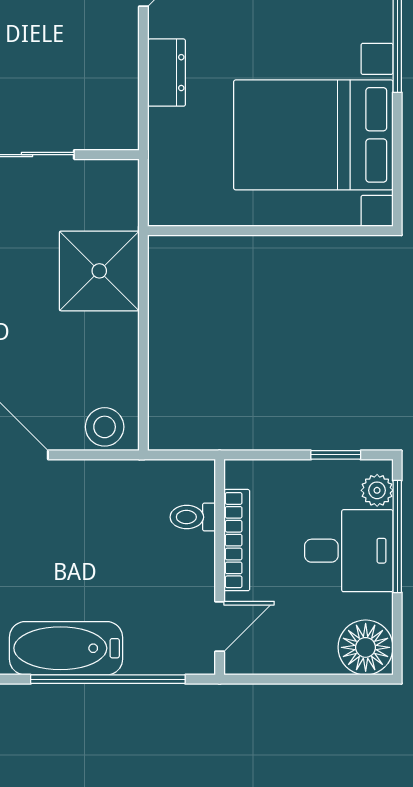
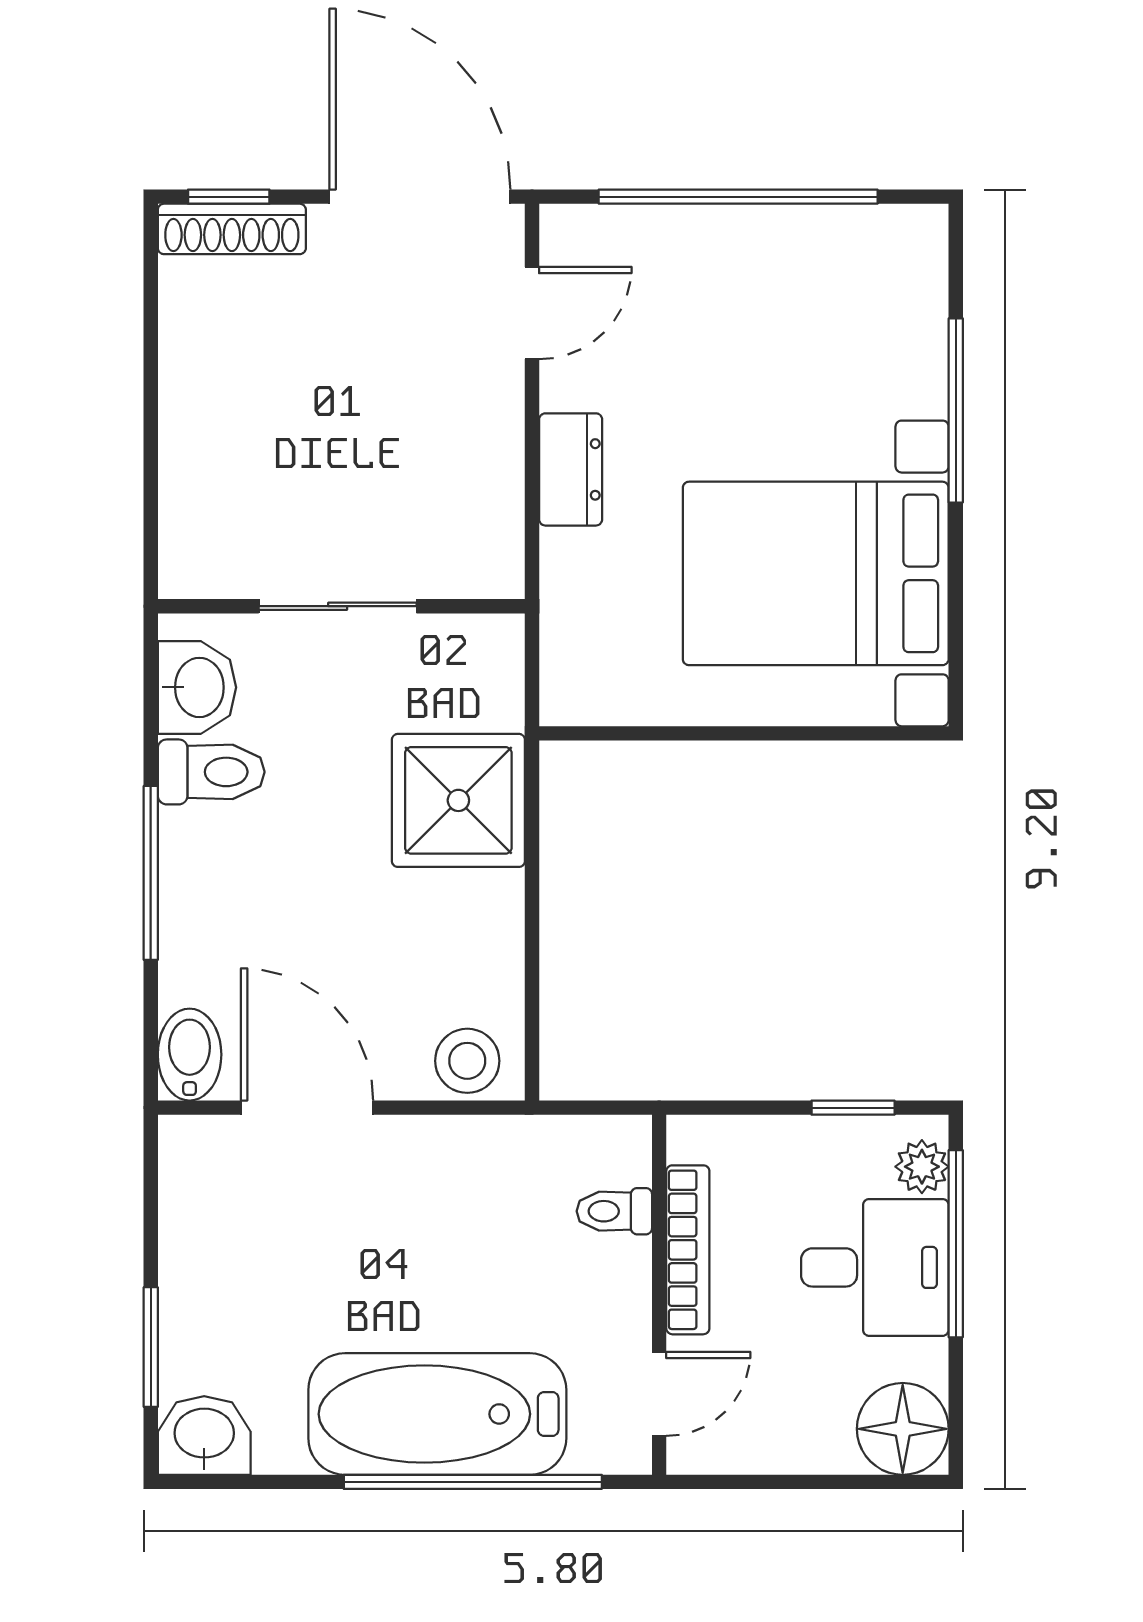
bathtub: (66, 648) -> (437, 1414), width x1.36, depth x1.36

